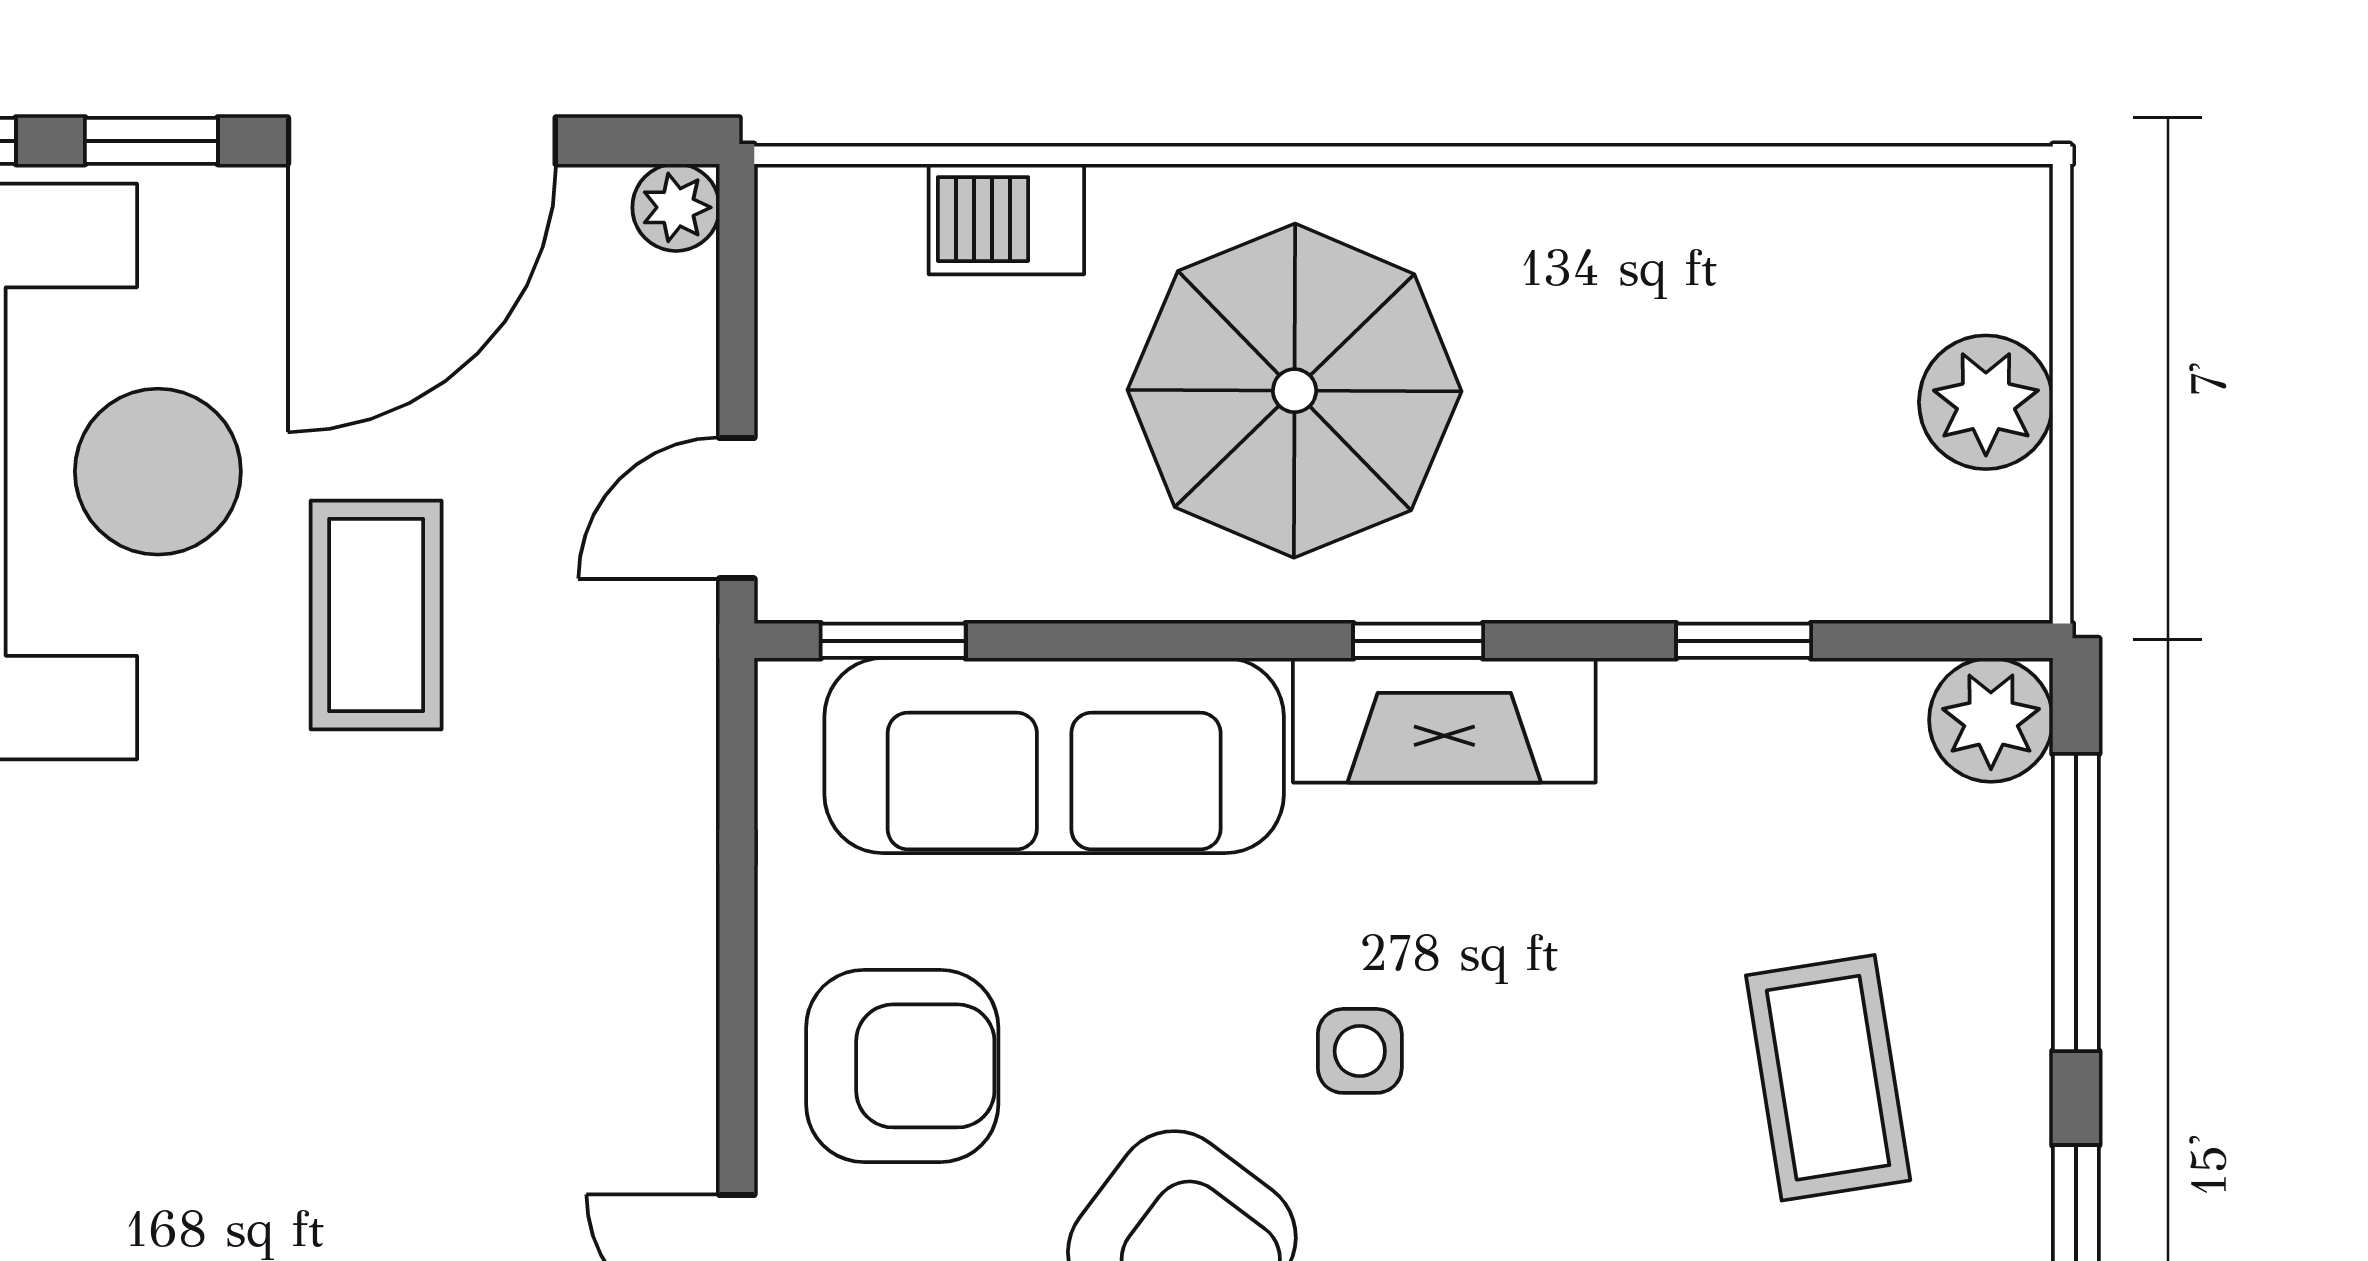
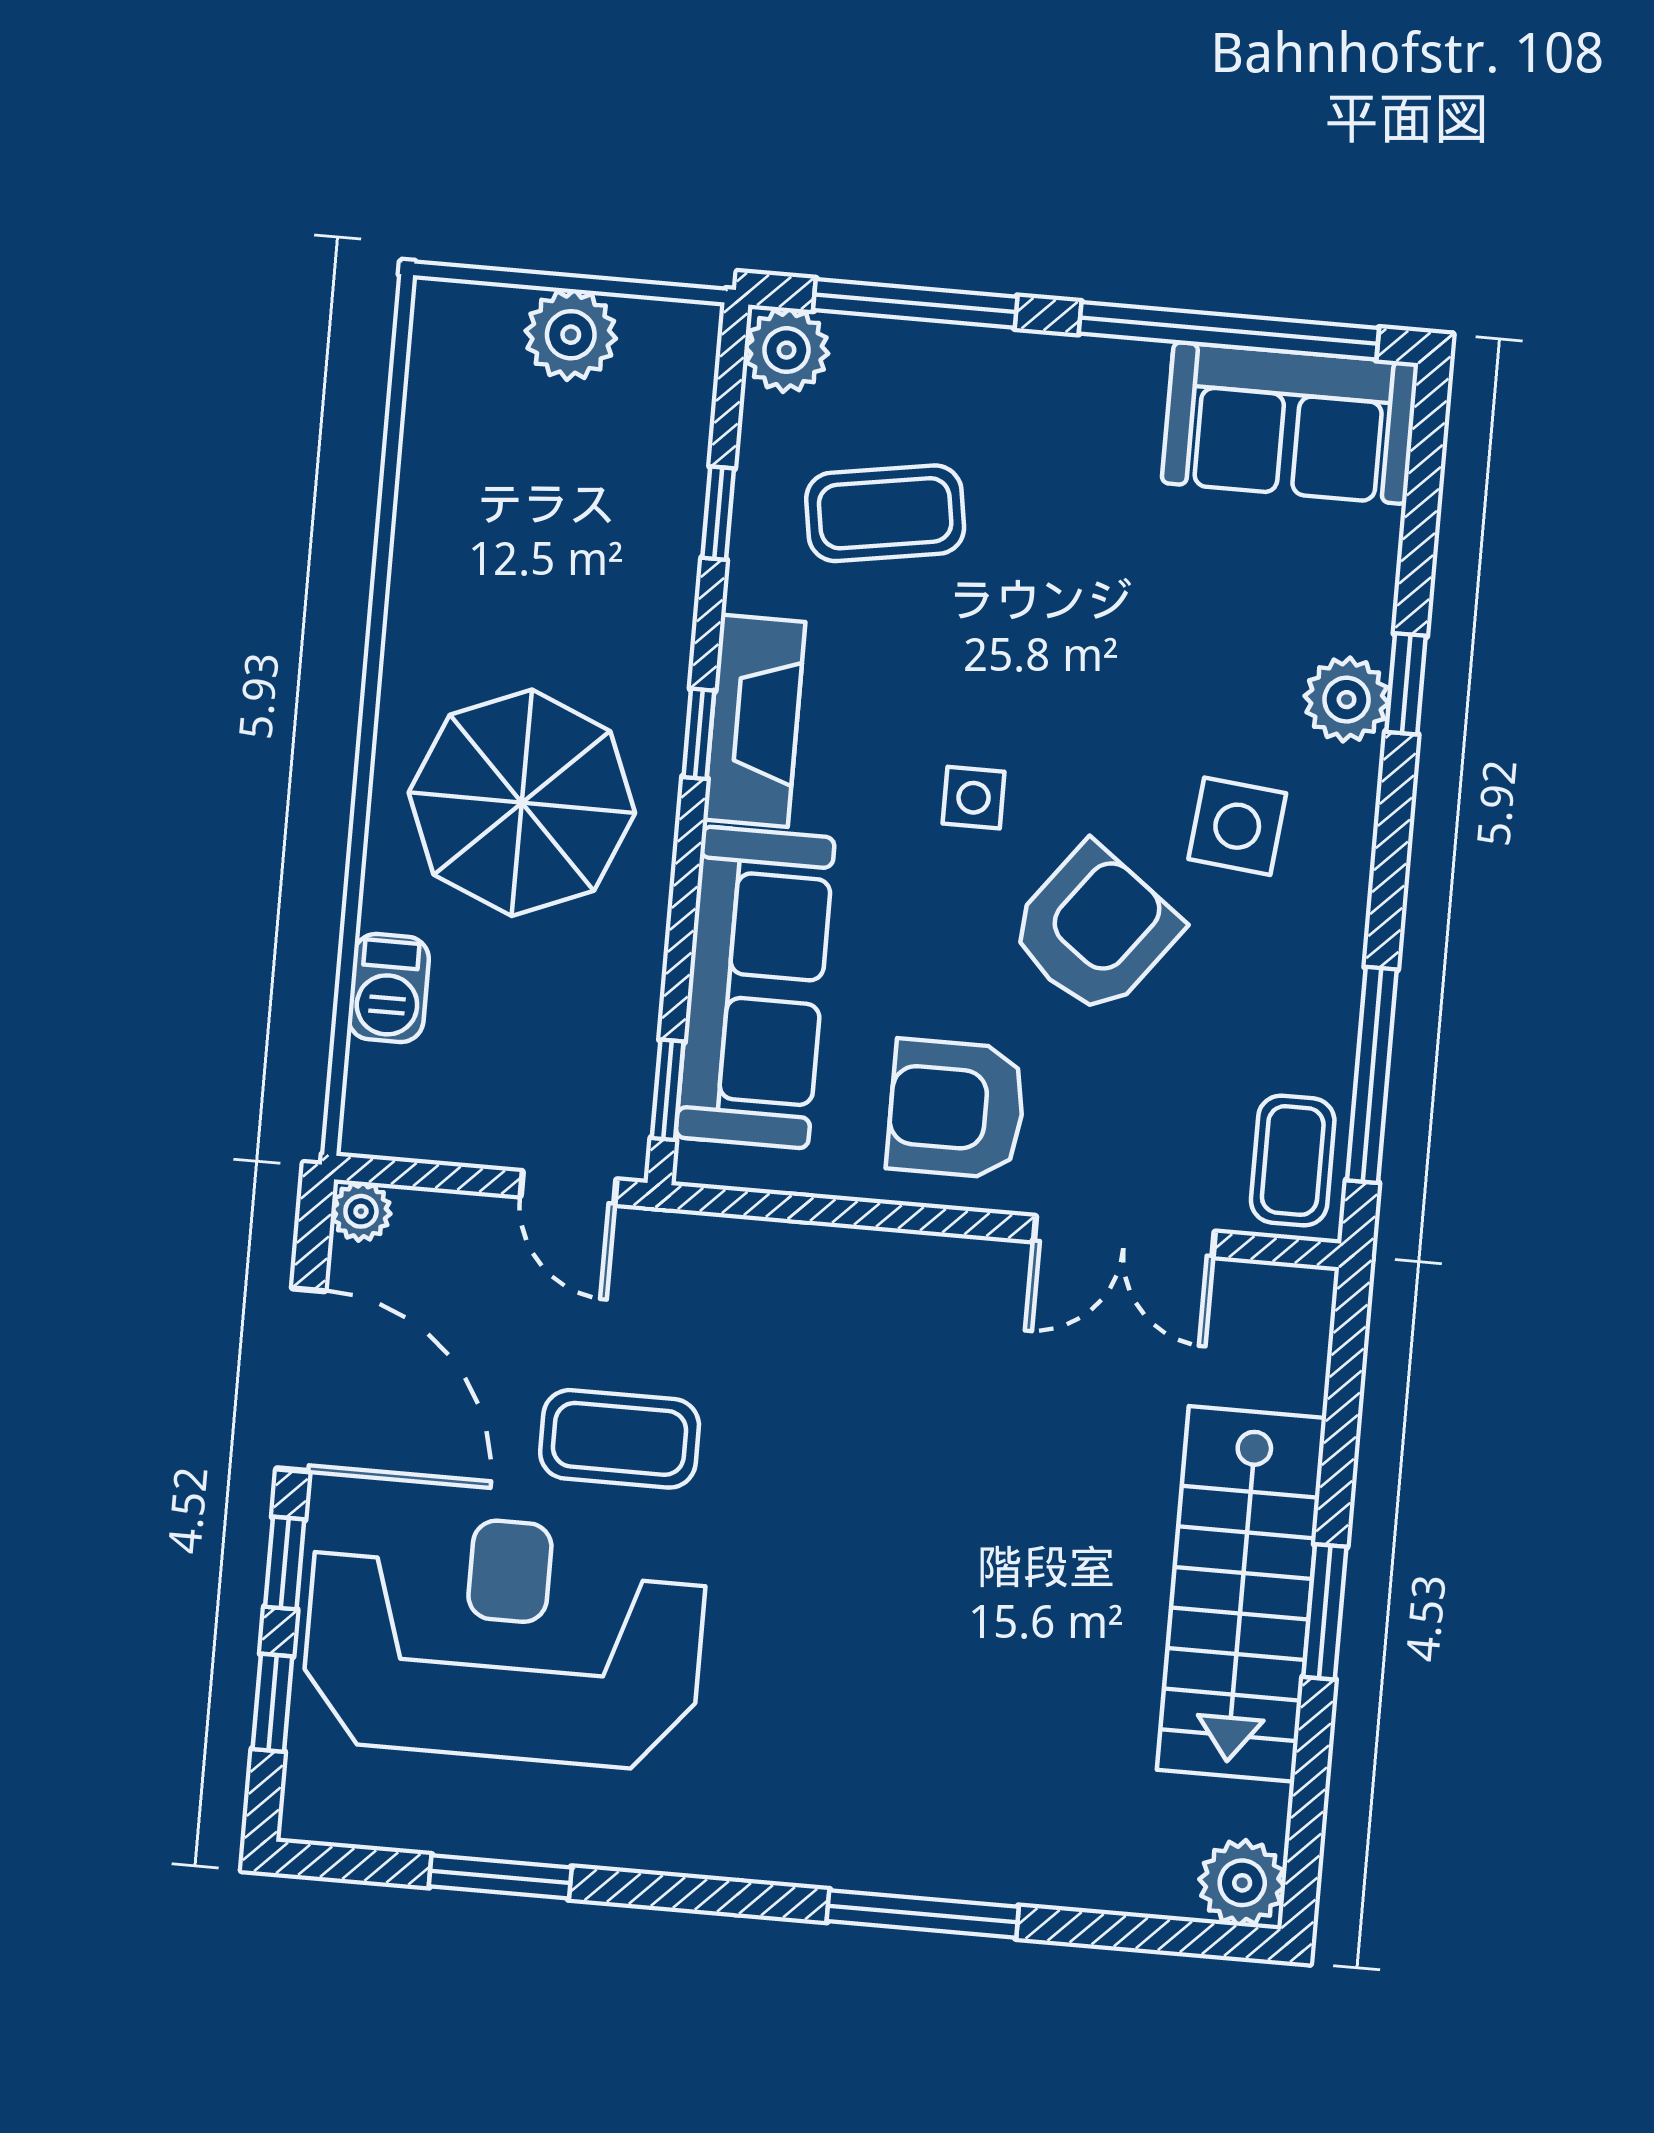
armchair: (902, 1066) -> (957, 1109), turned -90
coffee table: (1828, 1078) -> (885, 513), moved

